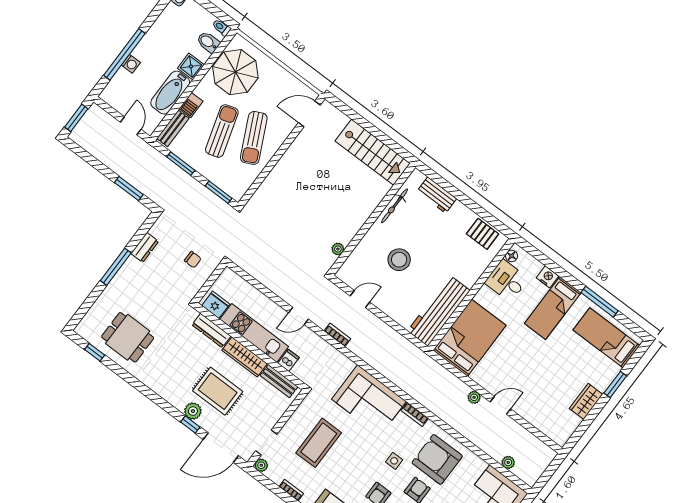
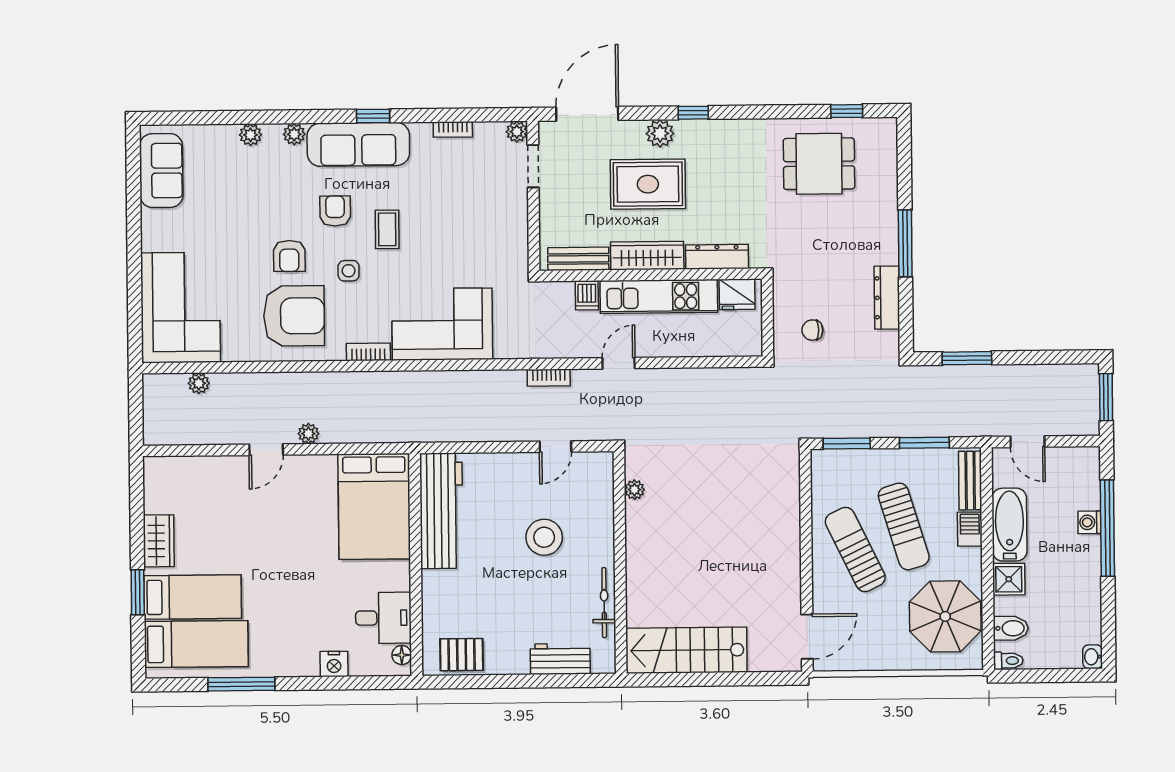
dresser: (145, 247) -> (887, 298), width x1.44
bed: (553, 308) -> (193, 597), moved, turned 90
window: (190, 425) -> (693, 113), moved
coffee table: (319, 443) -> (387, 229), moved, width x0.54, depth x0.58

